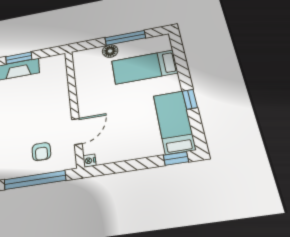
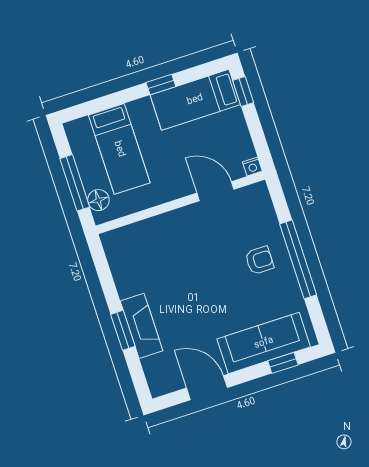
wall: (74, 106) -> (180, 203), moved
door: (77, 131) -> (215, 191), moved
nightstand: (89, 161) -> (252, 167), moved

